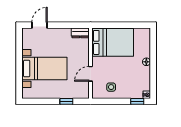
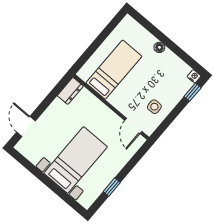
bed: (113, 42) -> (114, 70), width x0.67
door: (91, 74) -> (133, 126), moved
window: (66, 101) -> (112, 187), moved

